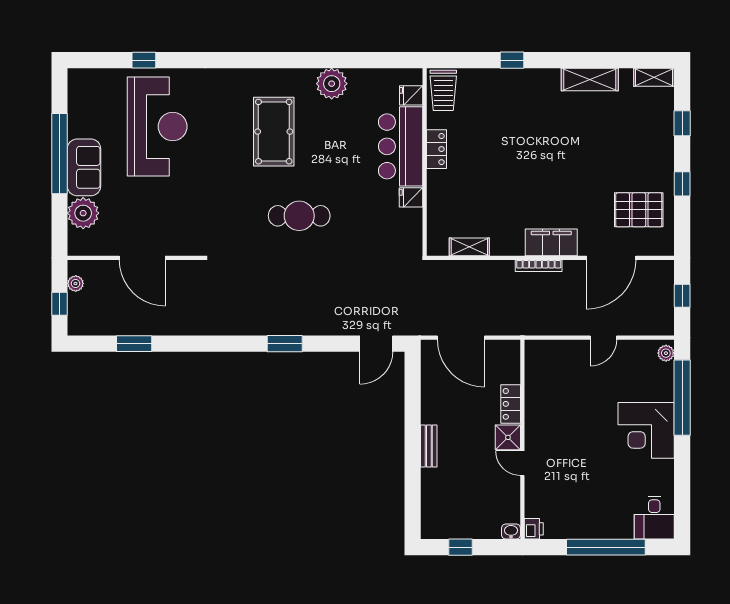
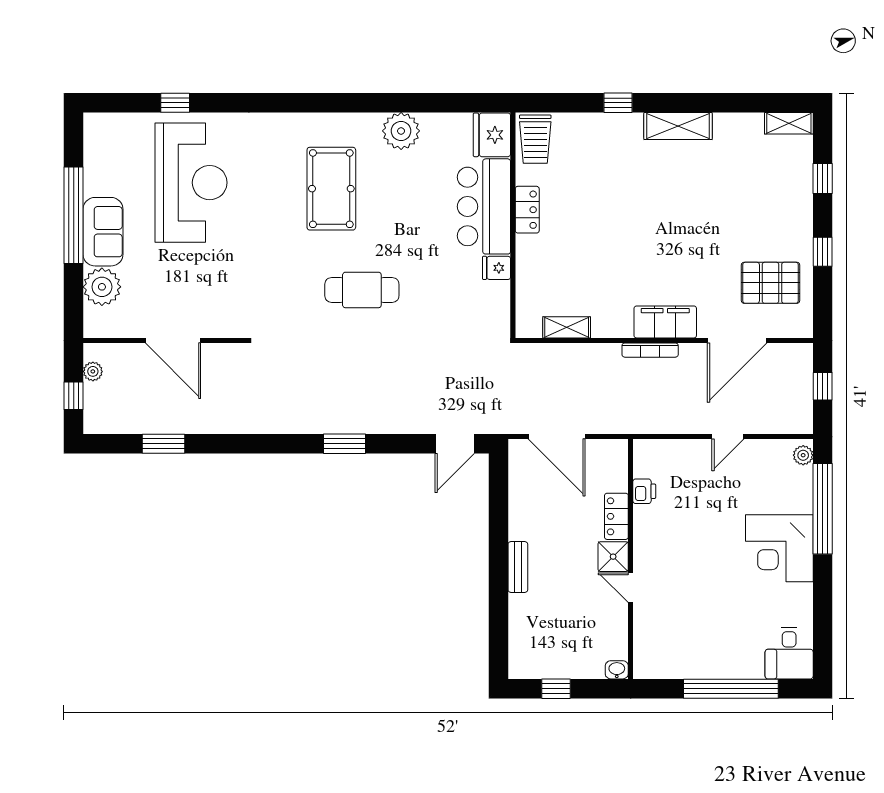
shelving: (590, 80) -> (678, 126), moved
fridge: (411, 95) -> (492, 135), width x1.88, depth x1.34
printer: (534, 529) -> (644, 491), moved

